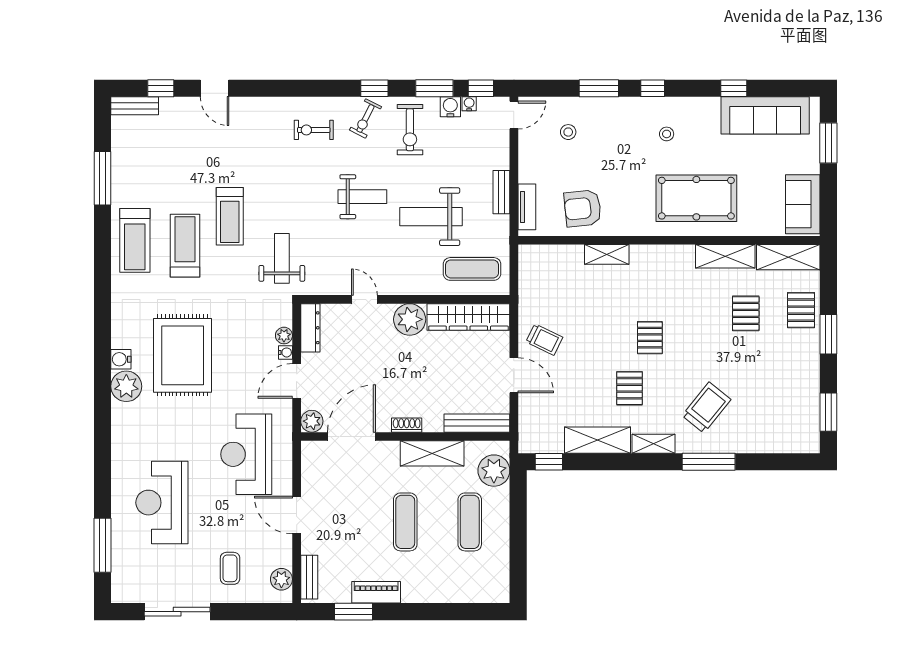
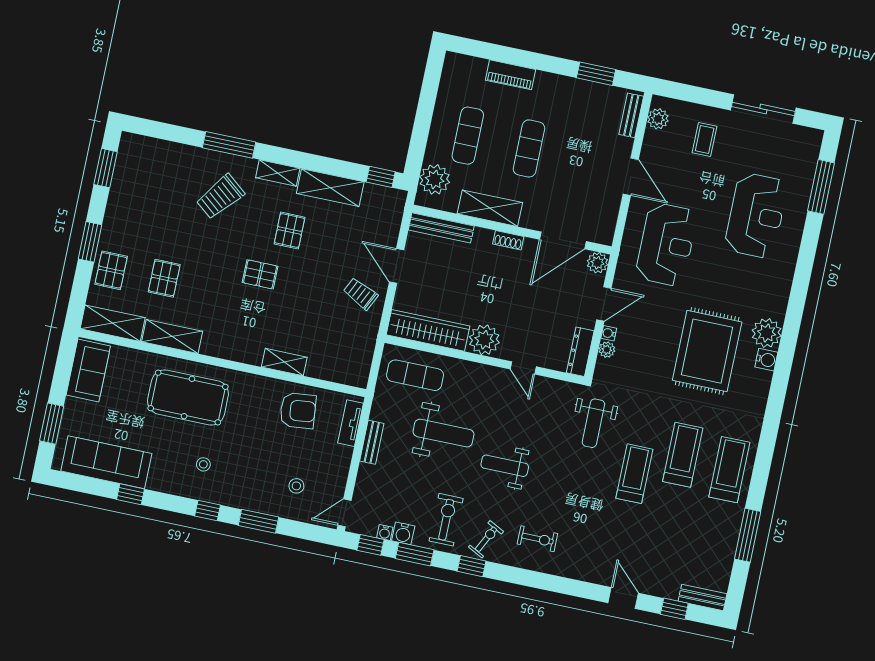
treadmill: (185, 246) -> (683, 455), turned 180
pallet: (650, 338) -> (260, 274), turned 90
piano: (376, 592) -> (510, 75), moved

